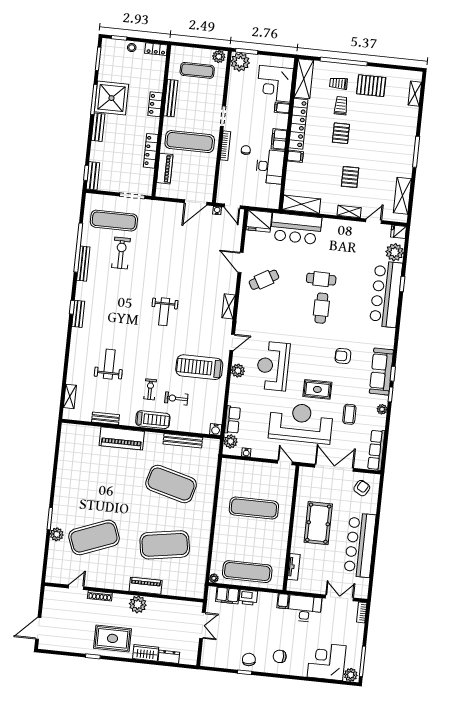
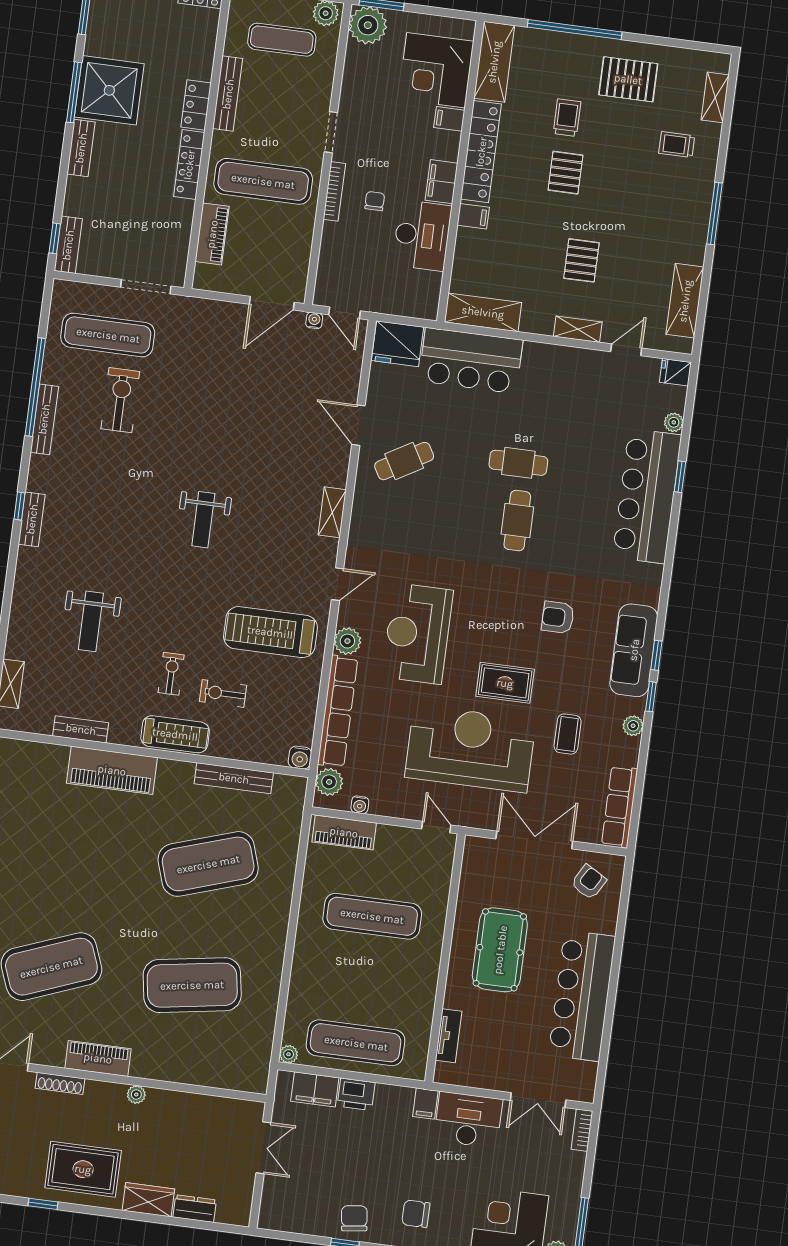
trolley: (339, 83) -> (677, 145), moved
locker: (151, 151) -> (189, 165), moved
plant: (395, 252) -> (674, 422), width x0.53, depth x0.53
weight bench: (109, 364) -> (91, 621), turned 180
row of seats: (232, 420) -> (338, 711), width x2.02
piano: (239, 466) -> (344, 832), added
exercise mat: (171, 484) -> (208, 864), turned -33
piano: (146, 586) -> (98, 1058), moved
double door: (339, 598) -> (538, 1100), swing flipped
plant: (138, 604) -> (136, 1094), width x0.53, depth x0.53

